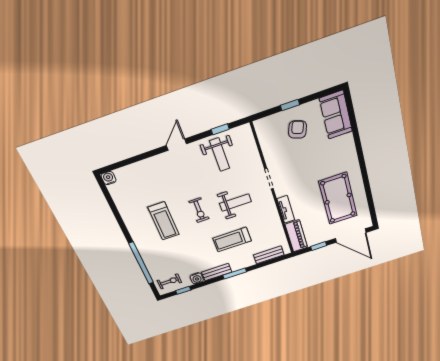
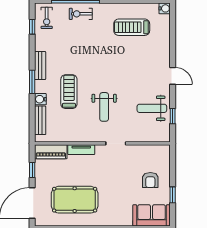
window: (290, 105) -> (173, 195), moved
armchair: (298, 130) -> (150, 180), turned 71
exercise bike: (199, 210) -> (81, 14), moved
treadmill: (164, 221) -> (132, 27), moved
water cooler: (197, 278) -> (40, 99), moved

